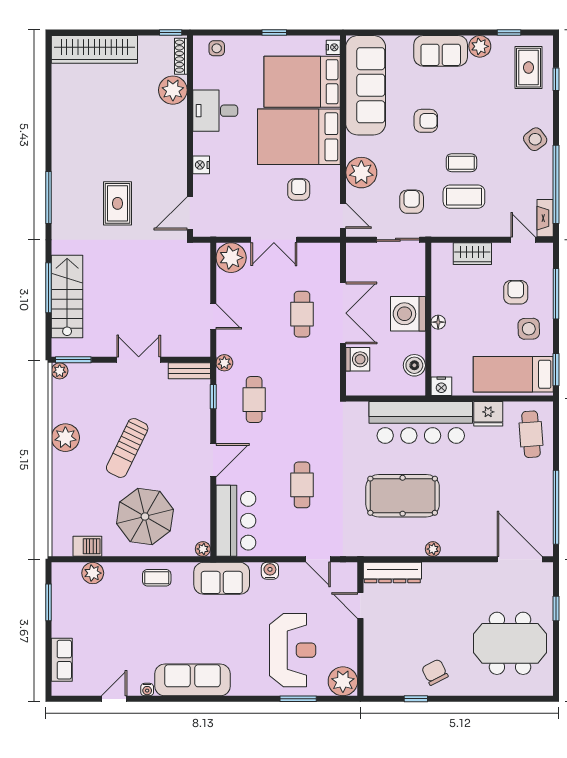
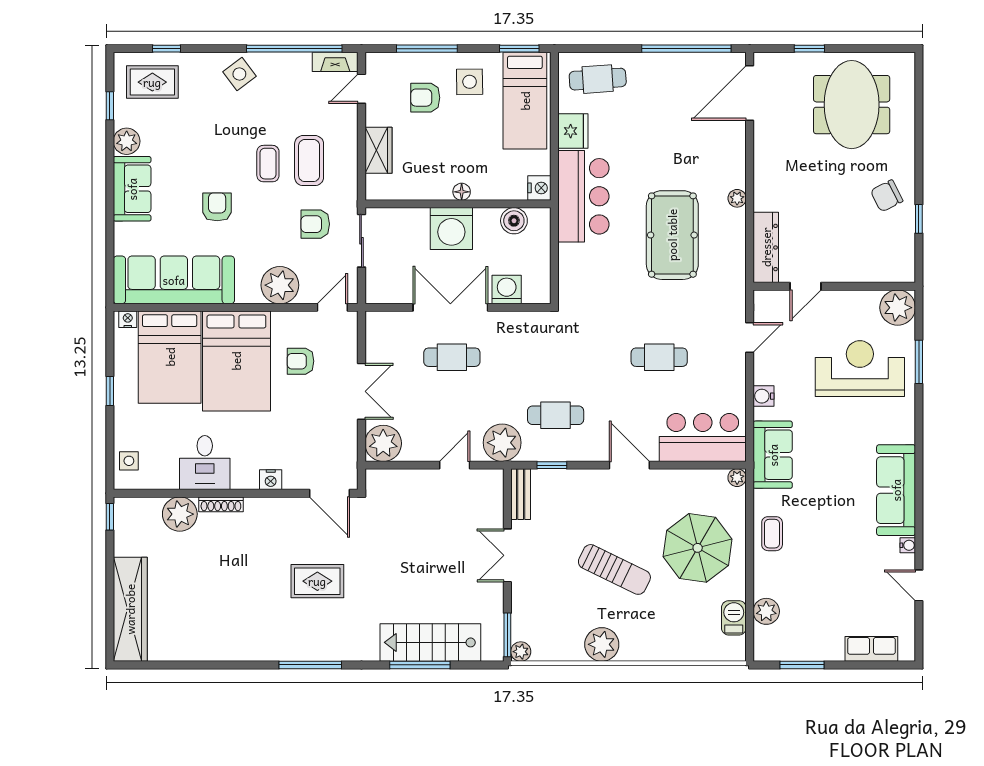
shoe rack: (181, 56) -> (221, 504), moved
plant: (224, 363) -> (502, 443), width x1.88, depth x1.88
bar counter: (421, 422) -> (583, 196), width x0.73

